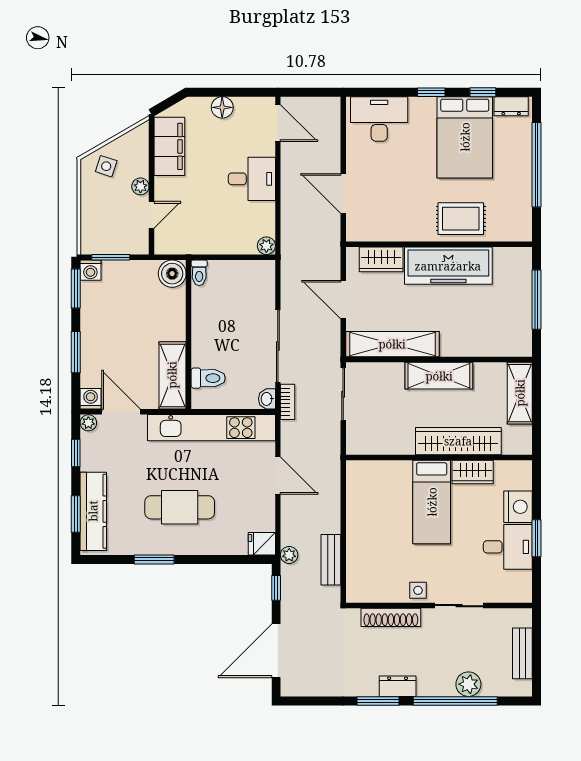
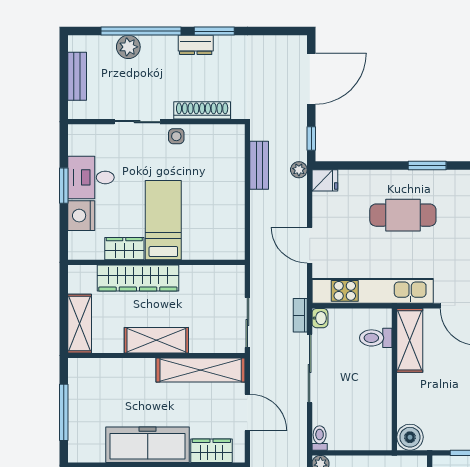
toilet: (199, 273) -> (320, 438), moved

